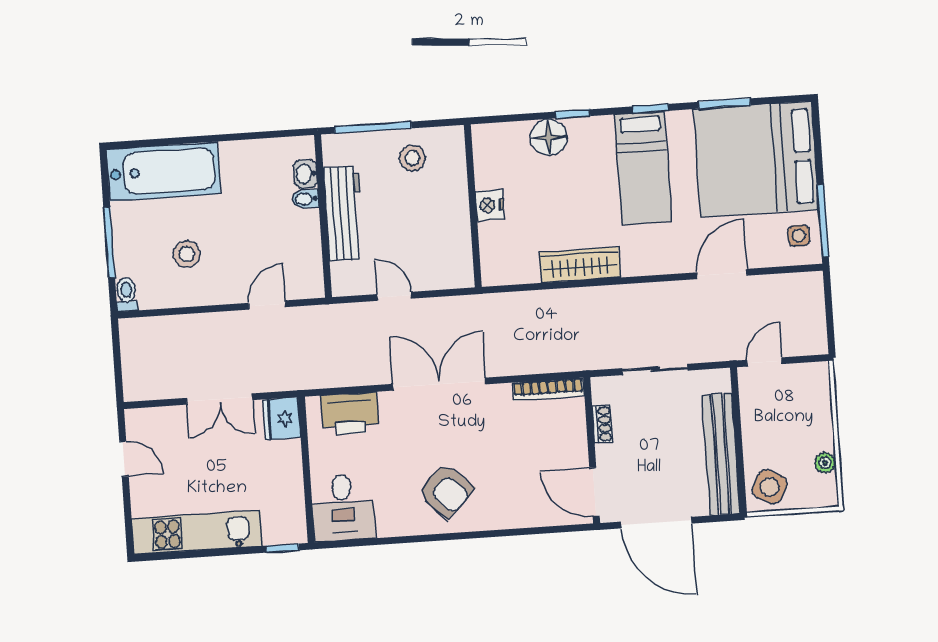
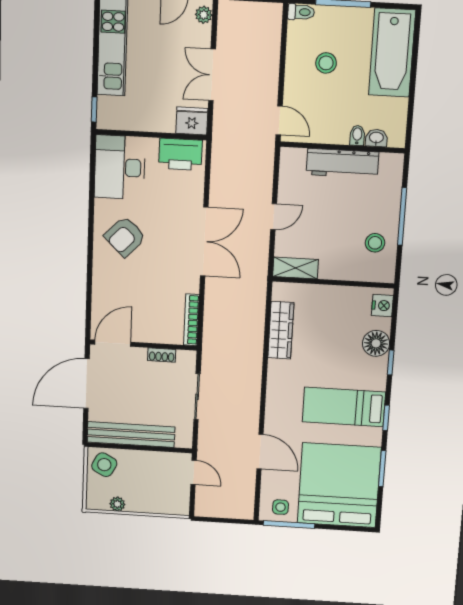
washbasin: (306, 174) -> (376, 138), moved
bidet: (305, 199) -> (357, 135), moved
nightstand: (490, 205) -> (382, 305), moved, turned 90
workbench: (344, 213) -> (342, 163), moved
wall: (323, 216) -> (342, 147), moved
shelving: (460, 259) -> (295, 268), added
wardrobe: (580, 265) -> (281, 330), moved
printer: (350, 414) -> (180, 154), moved, turned -90
plant: (145, 419) -> (204, 15), added
desk: (343, 508) -> (120, 167), width x1.37

